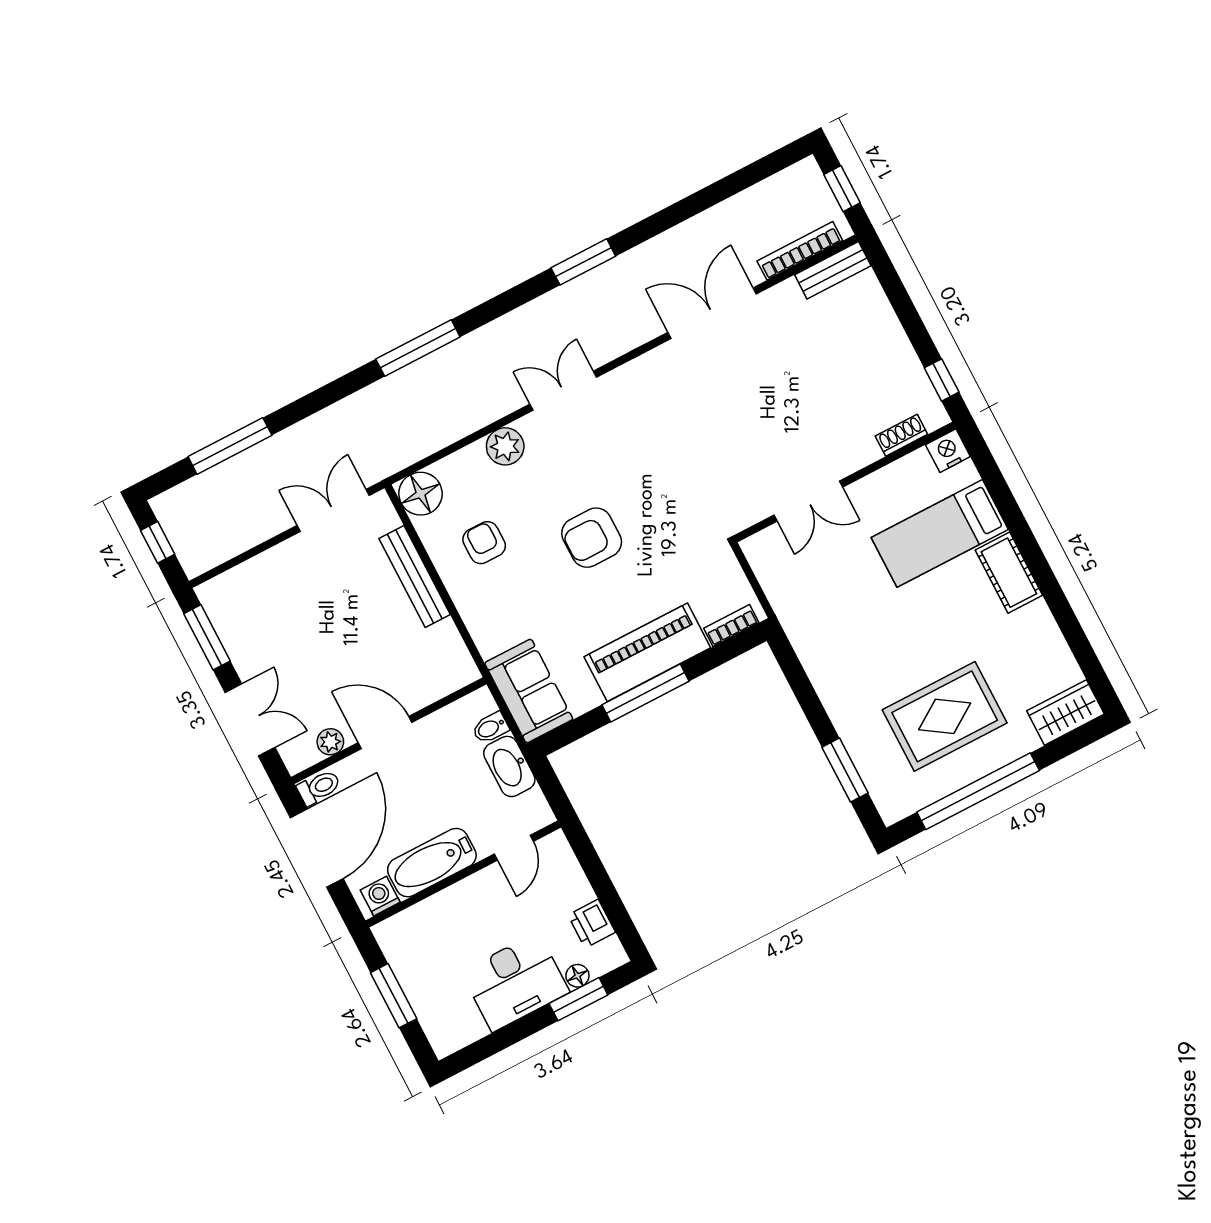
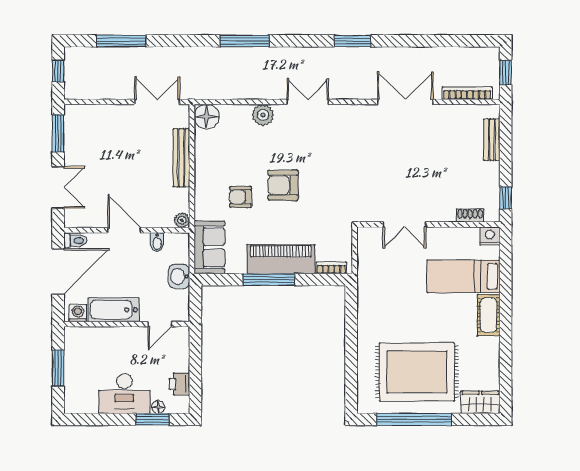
bench: (833, 270) -> (492, 140), moved, turned 90
armchair: (484, 543) -> (241, 197), moved, turned -90
rug: (945, 716) -> (417, 372), width x1.37, depth x1.44
bidet: (490, 728) -> (157, 242), moved, turned -90
plant: (330, 742) -> (182, 220), moved
washbasin: (509, 766) -> (179, 276), width x0.72
window: (845, 770) -> (351, 373), removed

